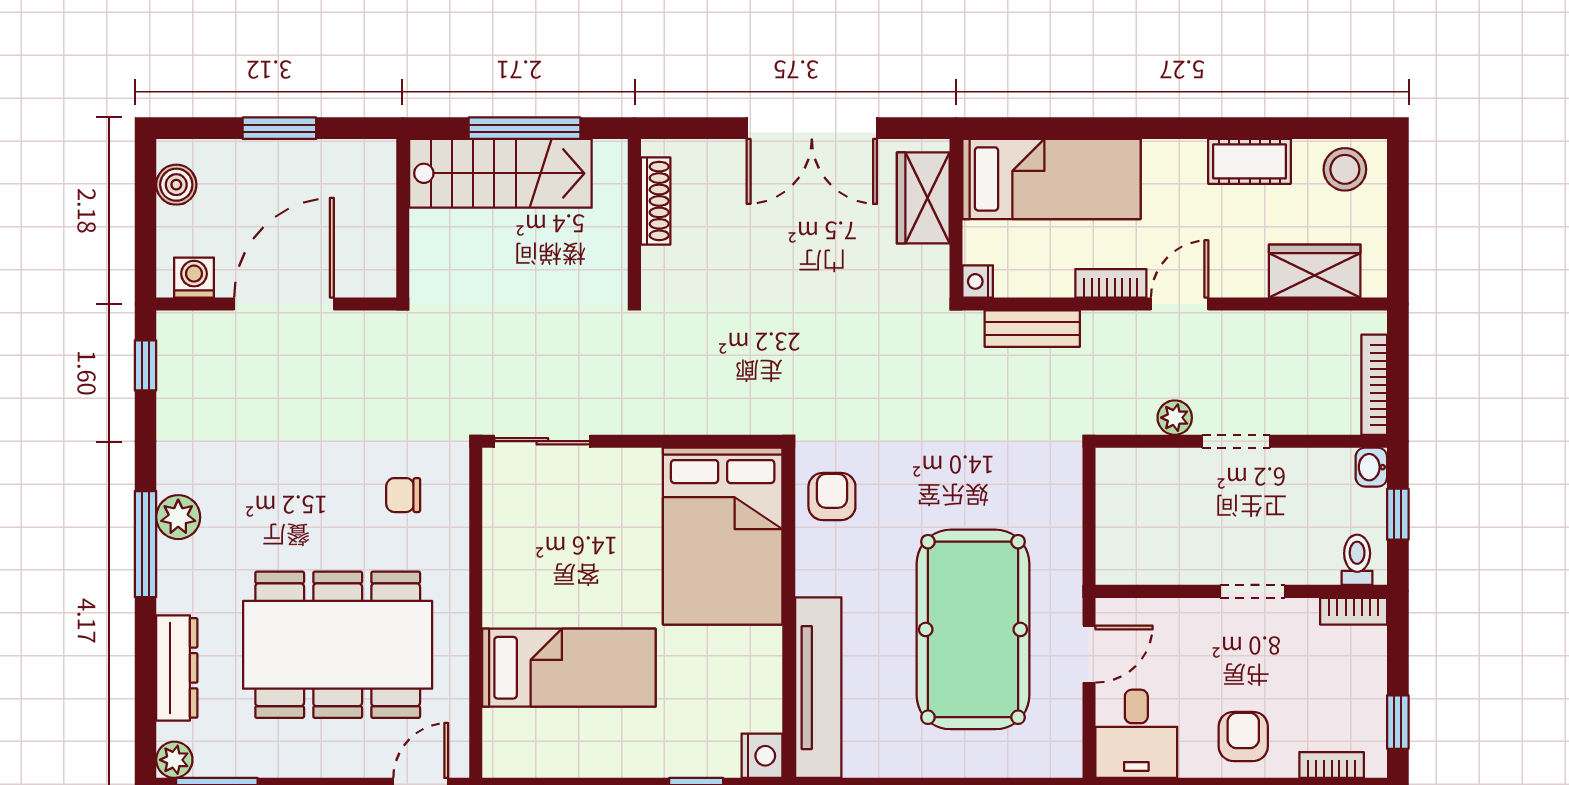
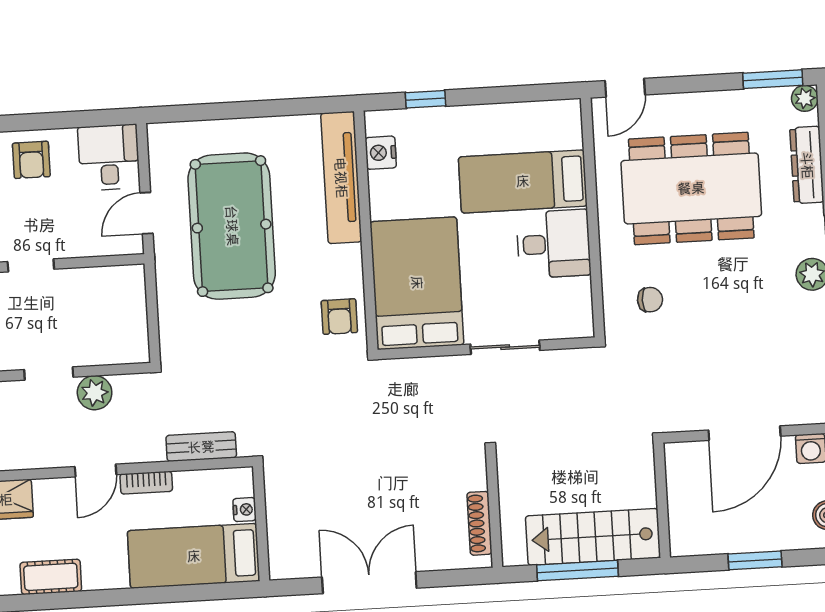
wardrobe: (923, 198) -> (286, 537), removed
nightstand: (978, 281) -> (245, 510), moved
plant: (1175, 418) -> (95, 393), width x1.38, depth x1.38
sliding door: (542, 441) -> (505, 347), moved
desk: (531, 580) -> (554, 244), added
nightstand: (762, 756) -> (381, 153), moved

